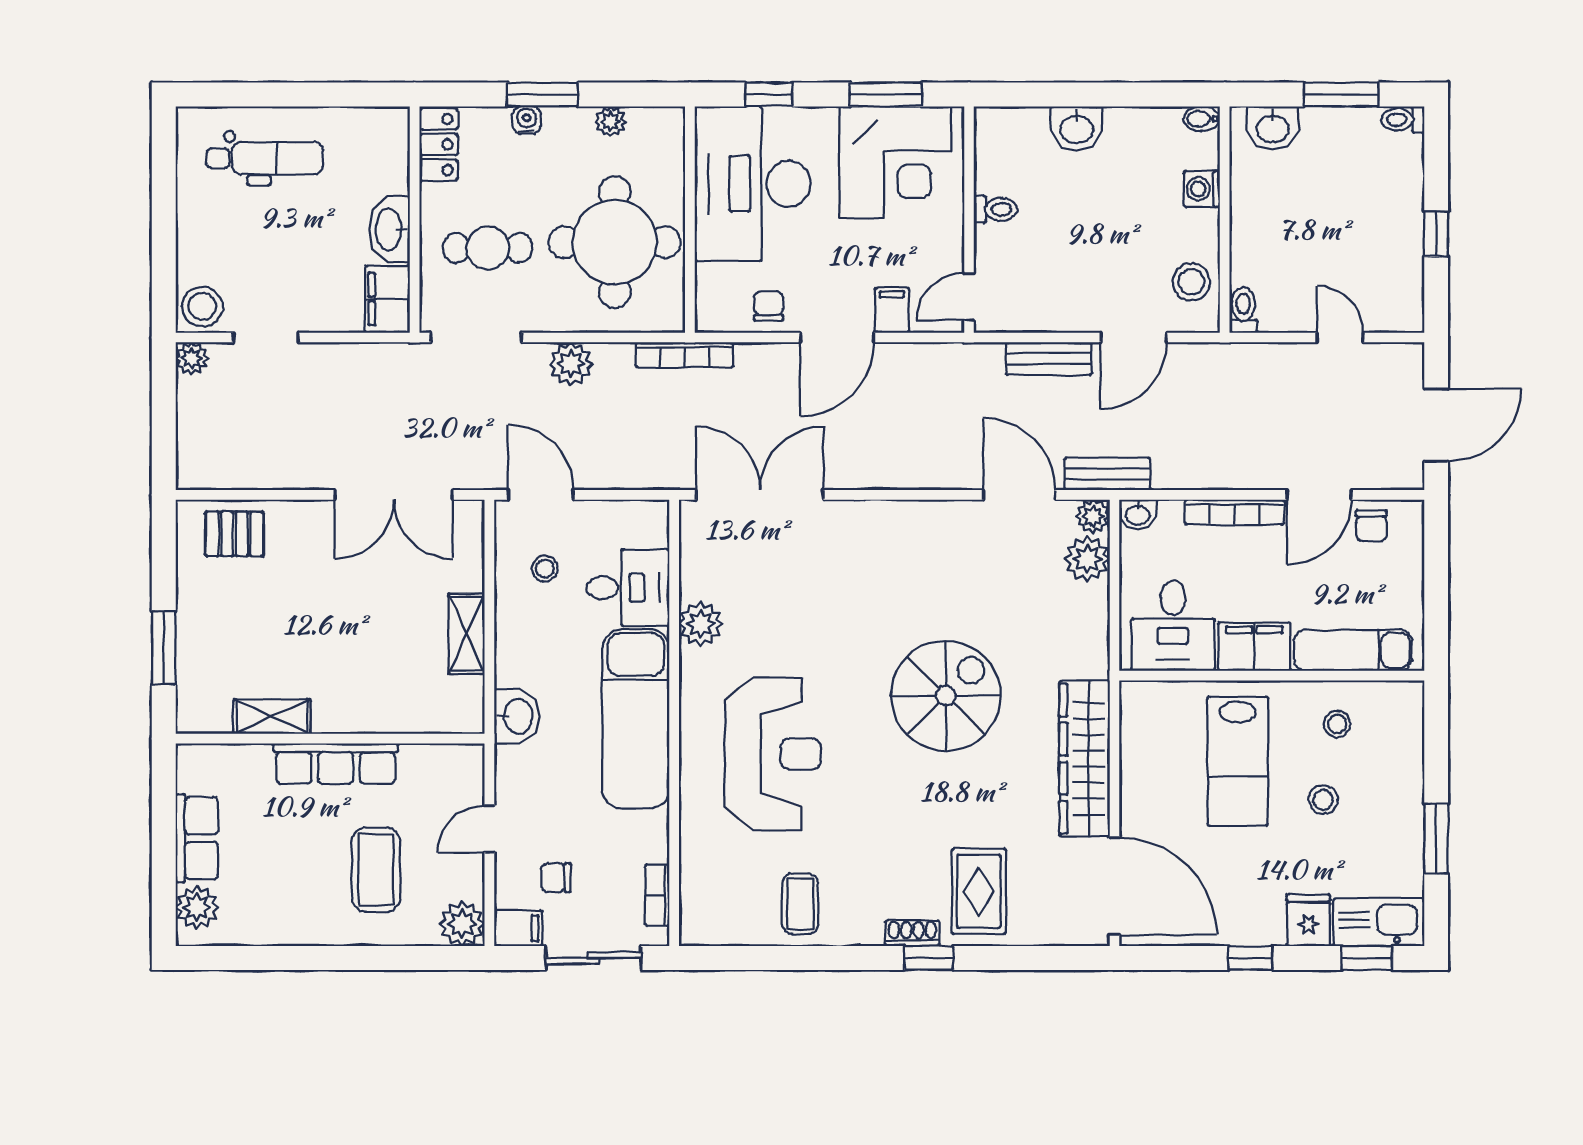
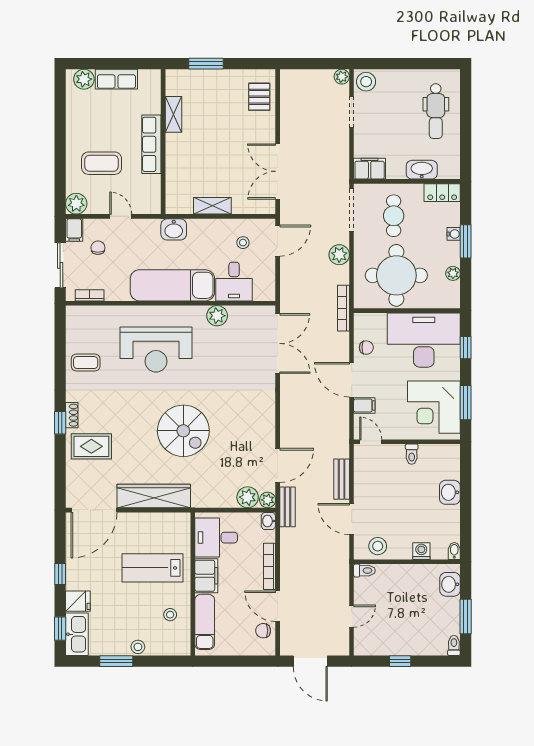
washbasin: (390, 230) -> (422, 170), moved
stool: (1323, 800) -> (138, 647), moved

